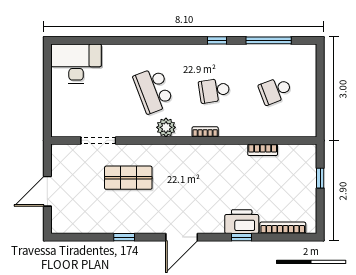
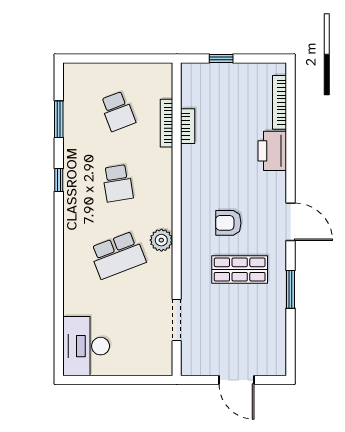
window: (269, 40) -> (59, 119), width x0.69
bookcase: (205, 132) -> (166, 123), moved, width x1.56
shop shelf: (128, 178) -> (240, 270), moved, turned 90
armchair: (181, 184) -> (228, 223), added
window: (124, 237) -> (291, 289), width x1.50
window: (242, 237) -> (291, 151), removed

